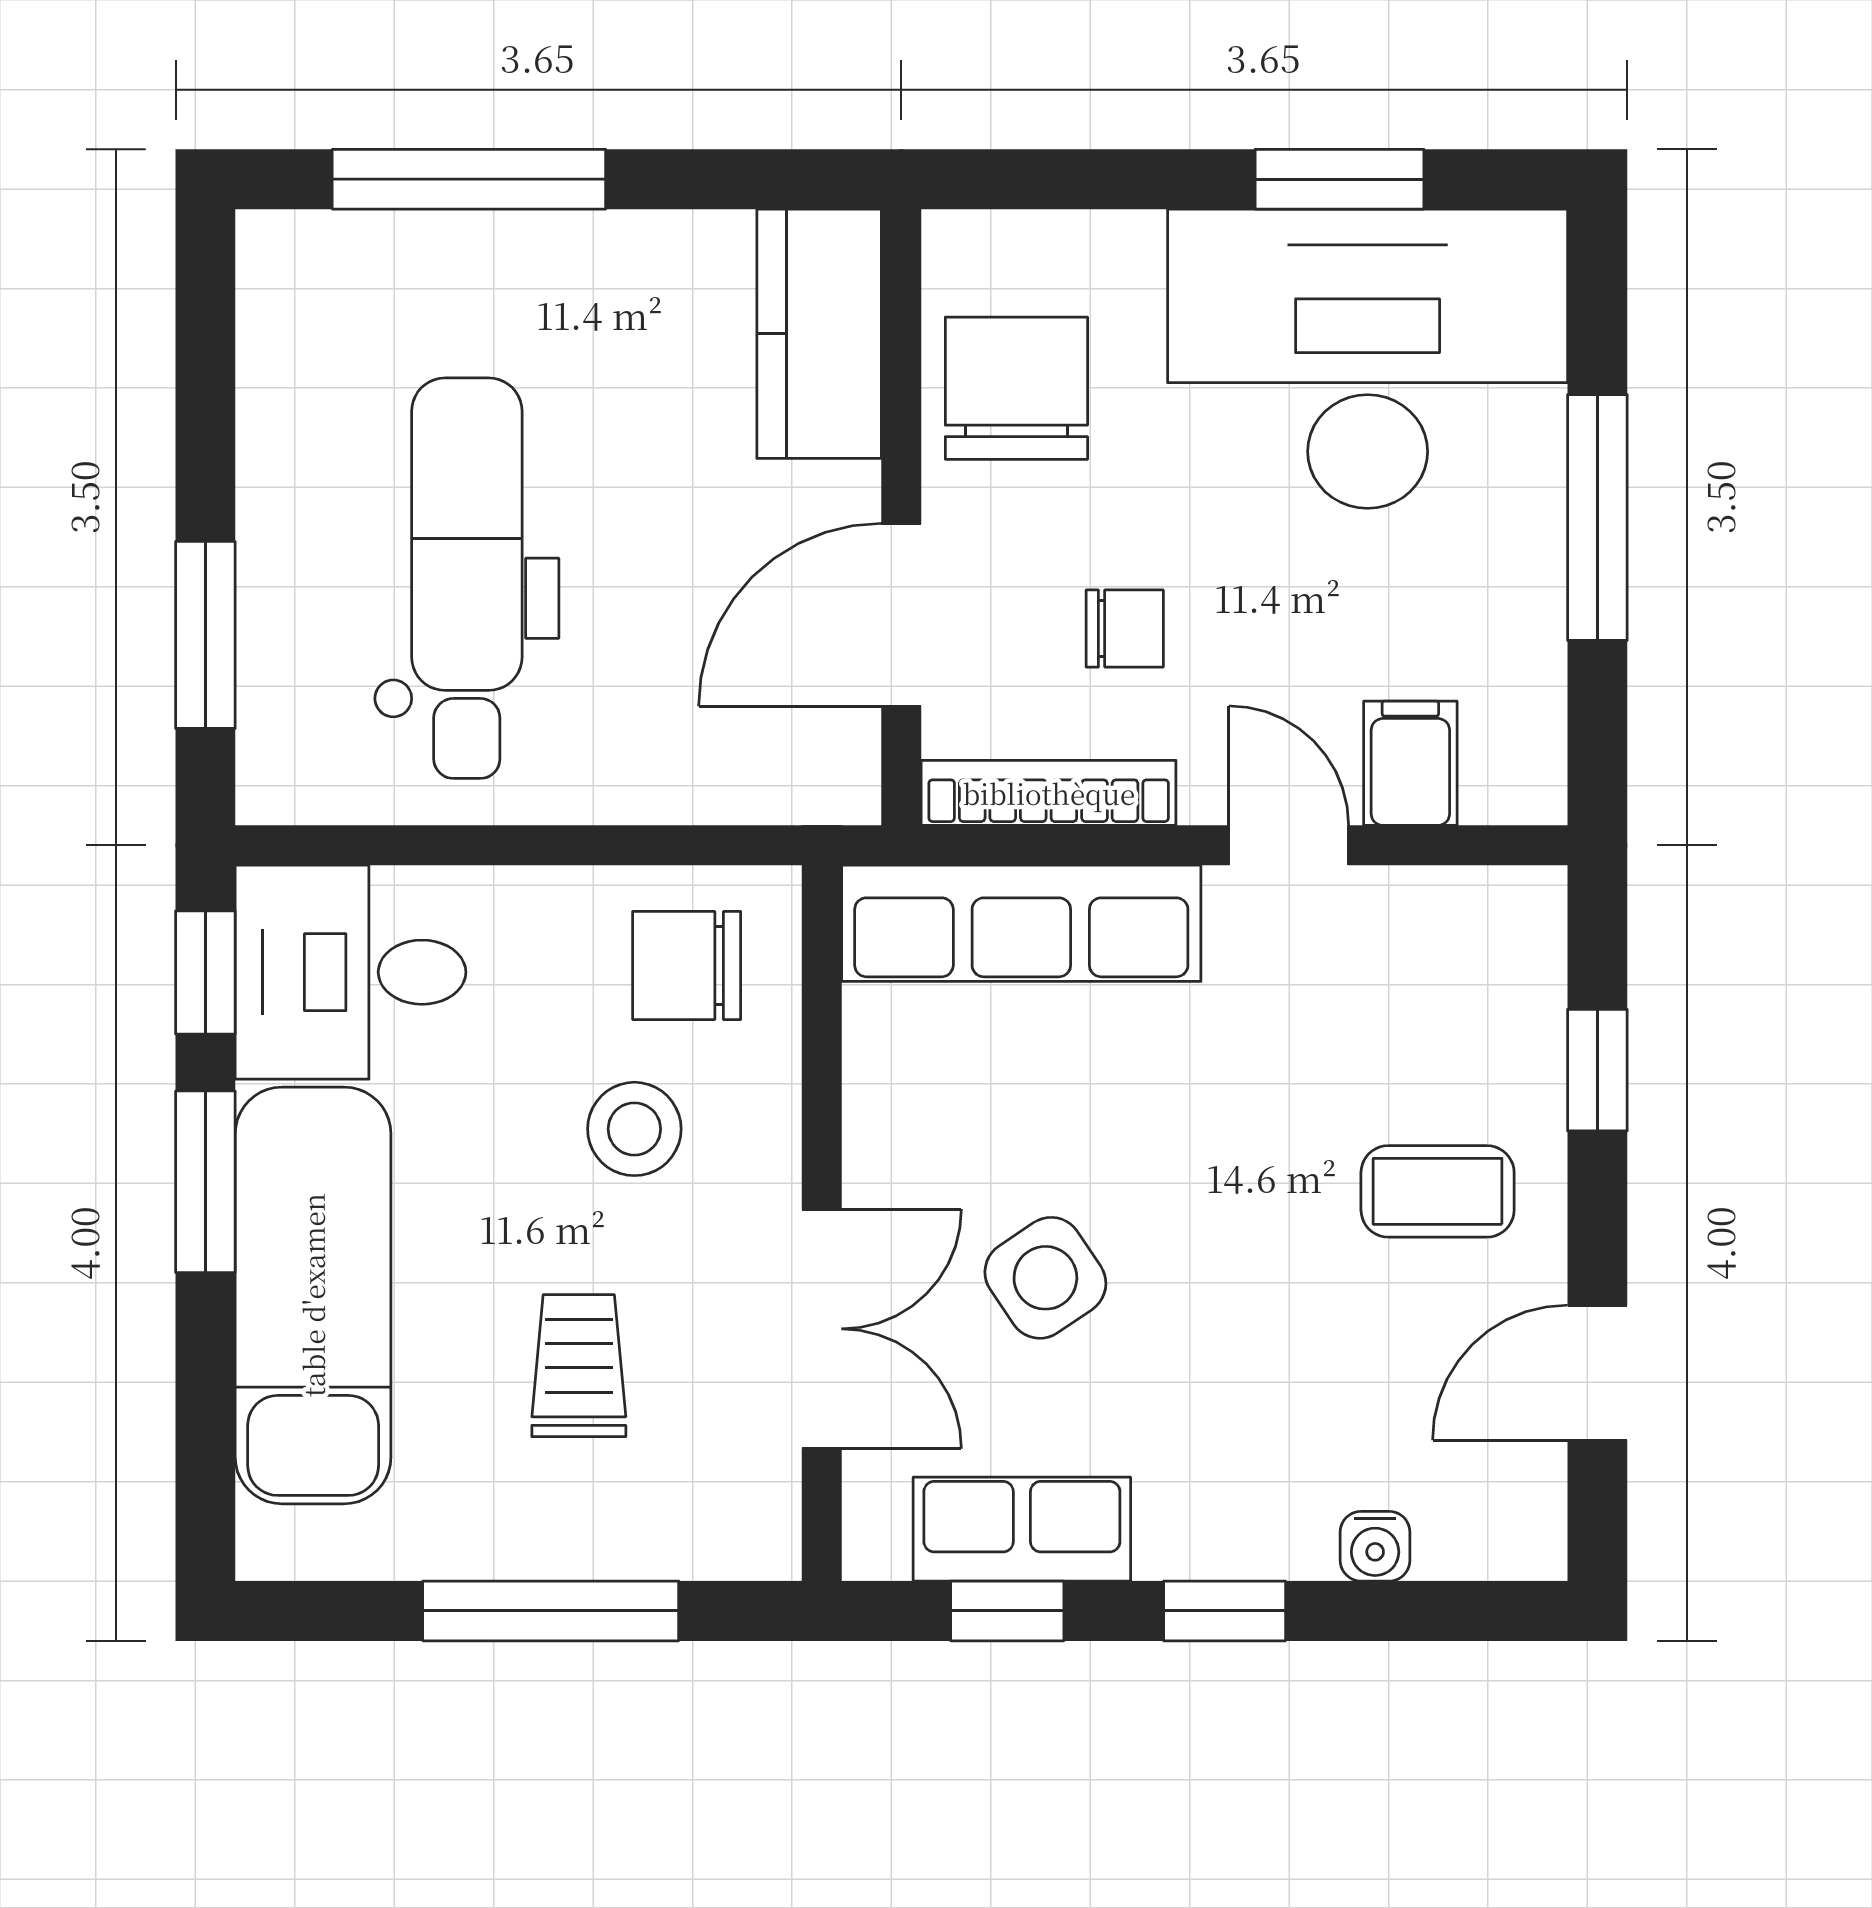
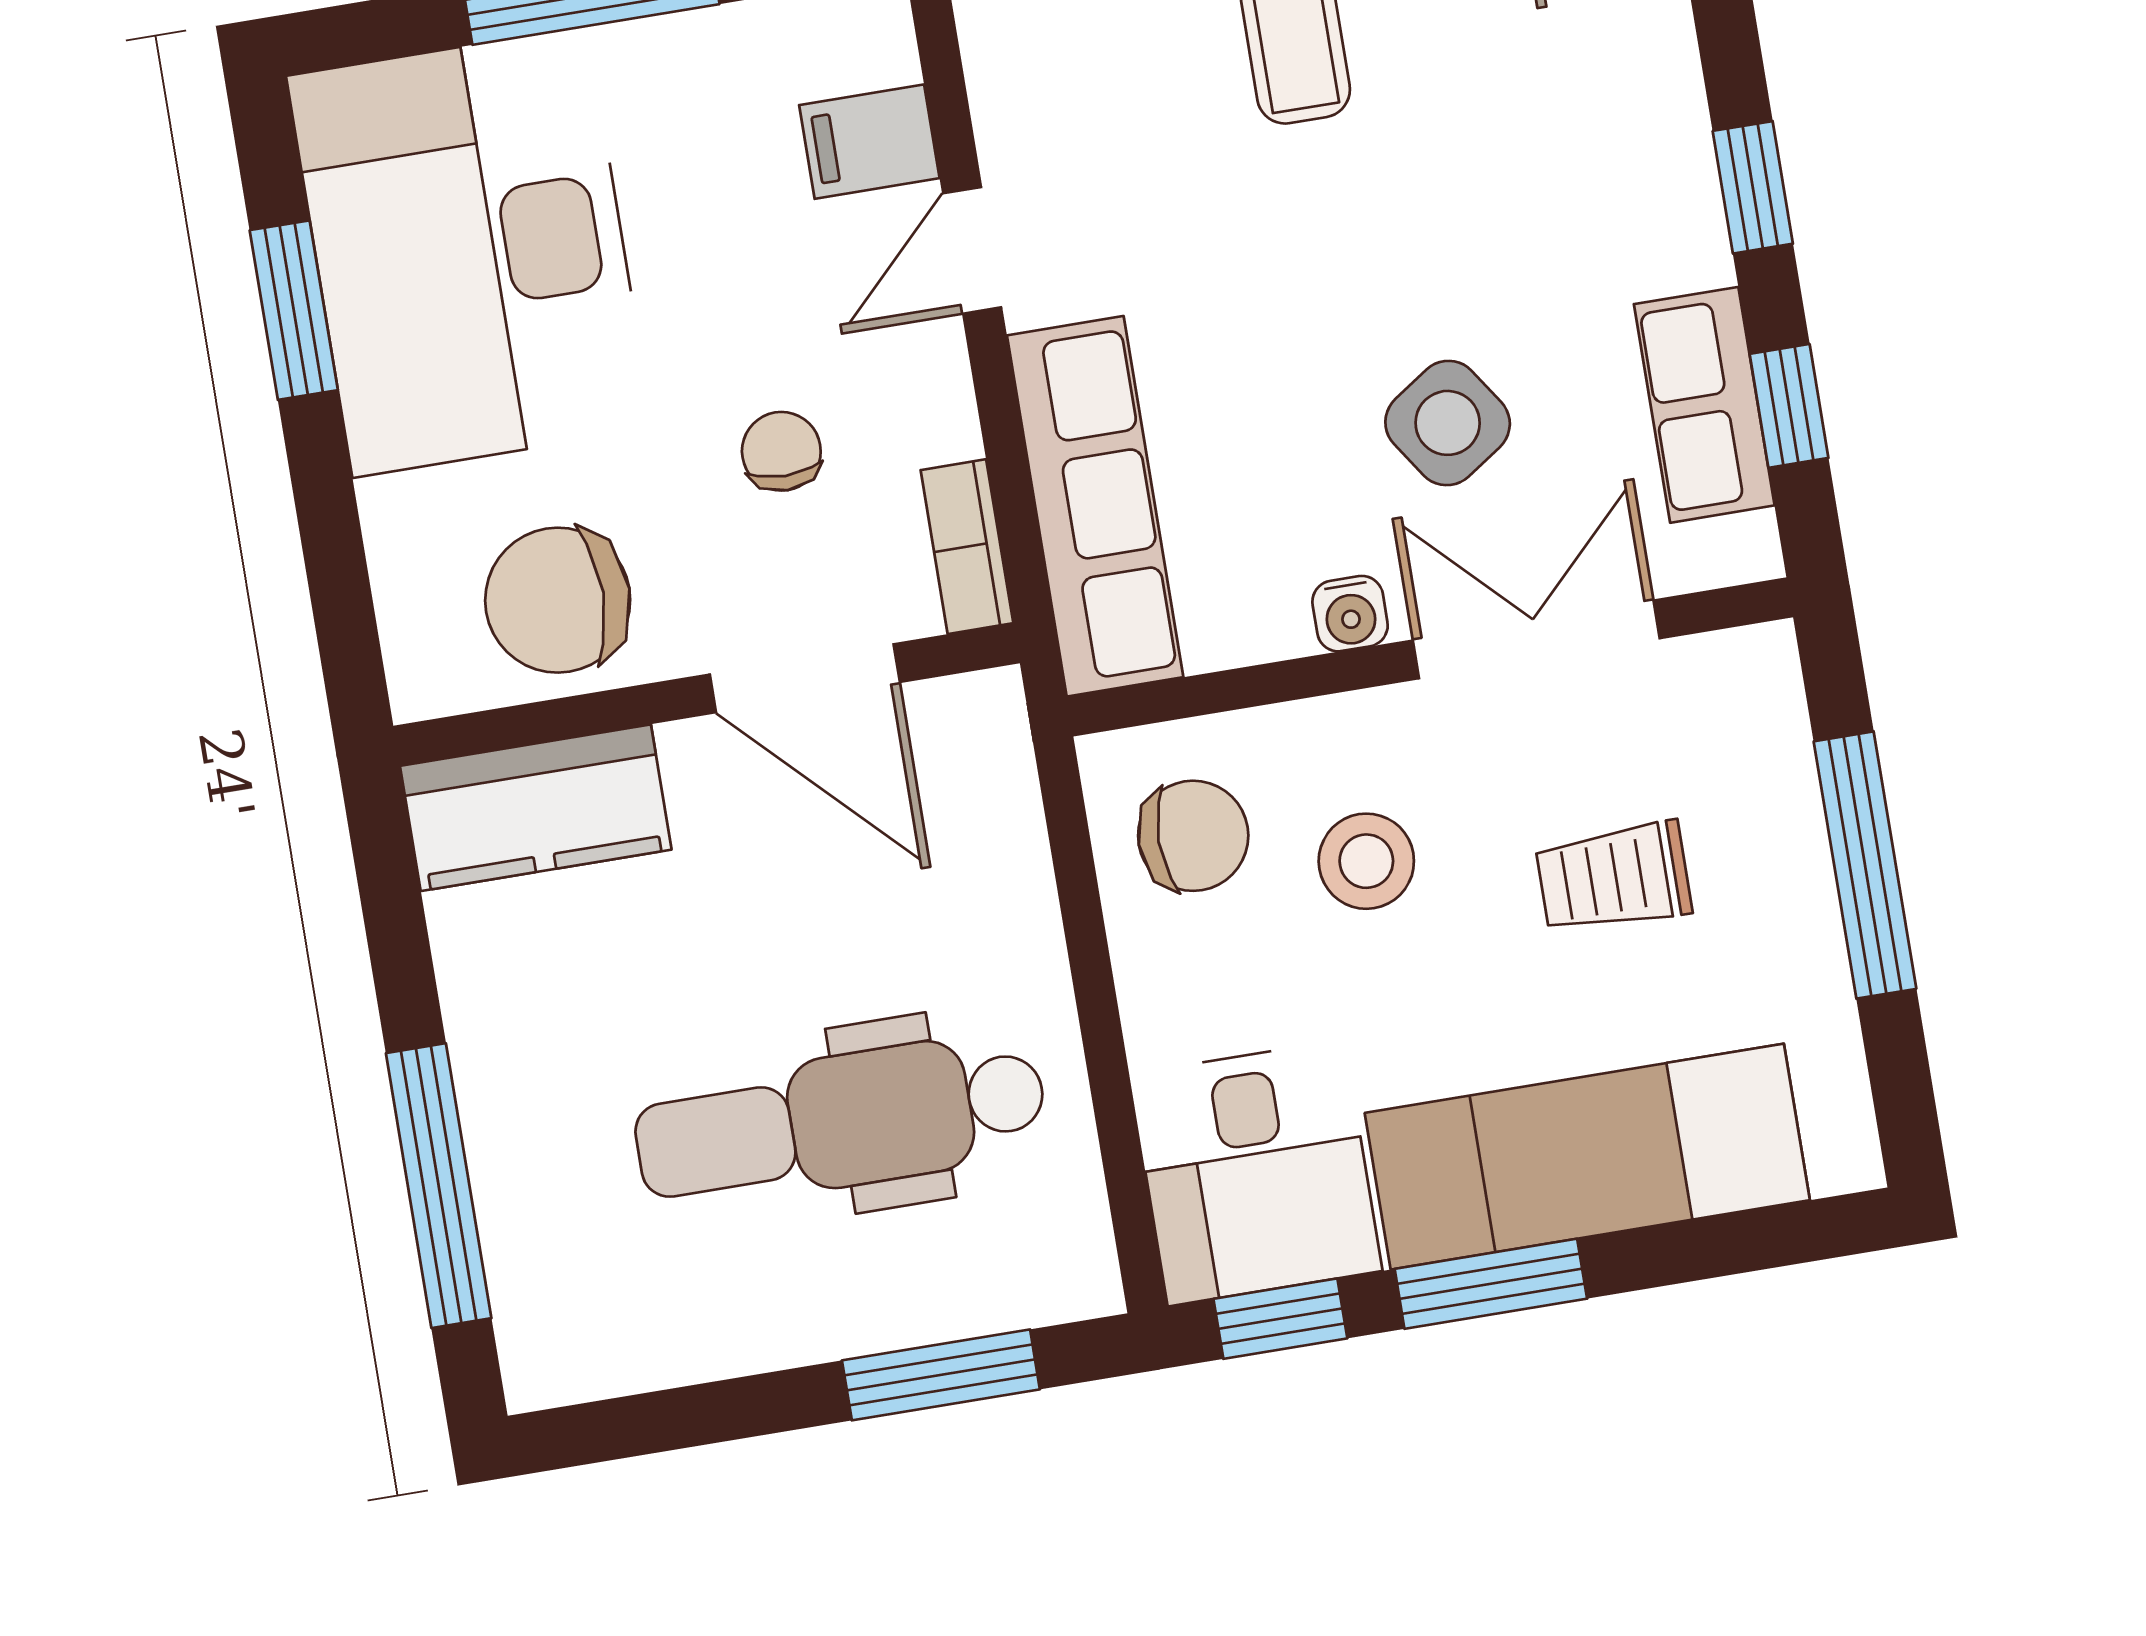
bookcase: (1049, 793) -> (967, 547), width x0.64
chair: (687, 965) -> (1193, 836), turned -90
water cooler: (1375, 1546) -> (1350, 614), moved, turned 90

